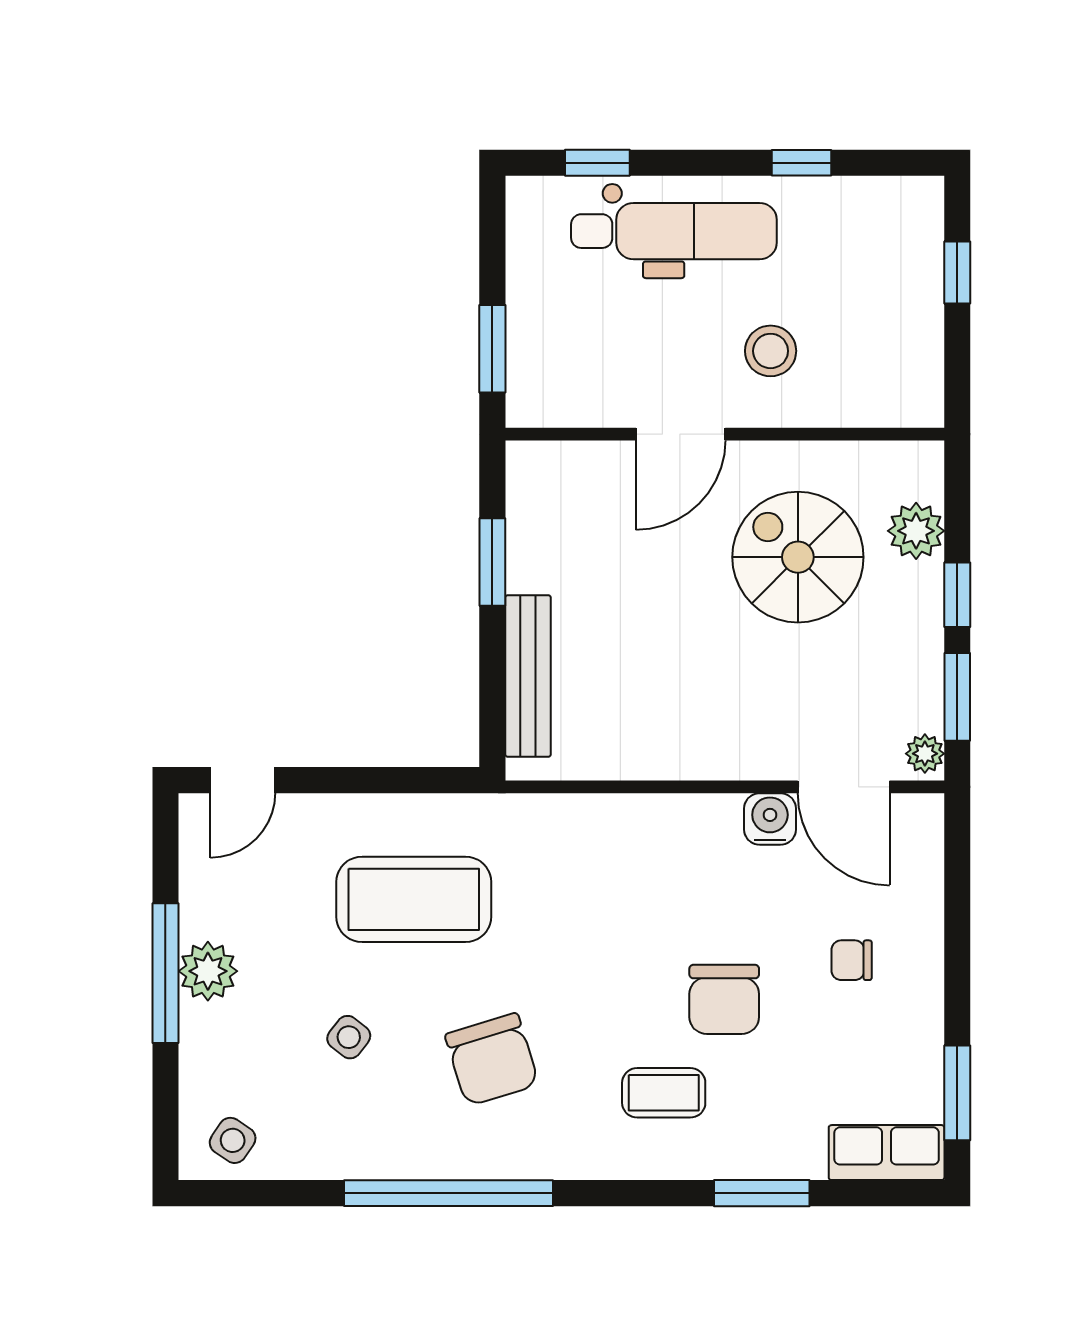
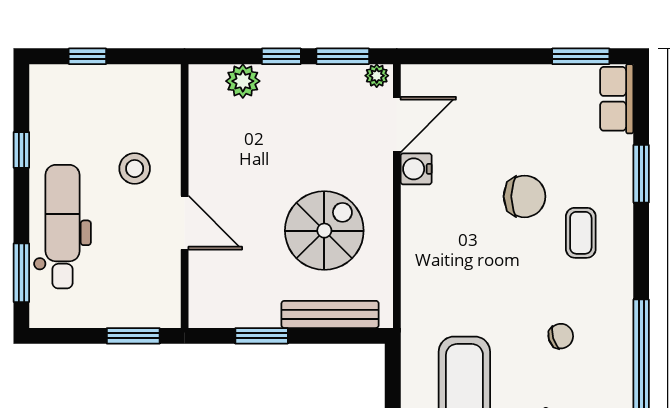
window: (597, 163) -> (21, 273), width x1.50
spiral stairs: (798, 557) -> (324, 231), moved, turned 180
chair: (852, 960) -> (501, 120), removed
chair: (492, 1059) -> (561, 336), width x0.54, depth x0.54

